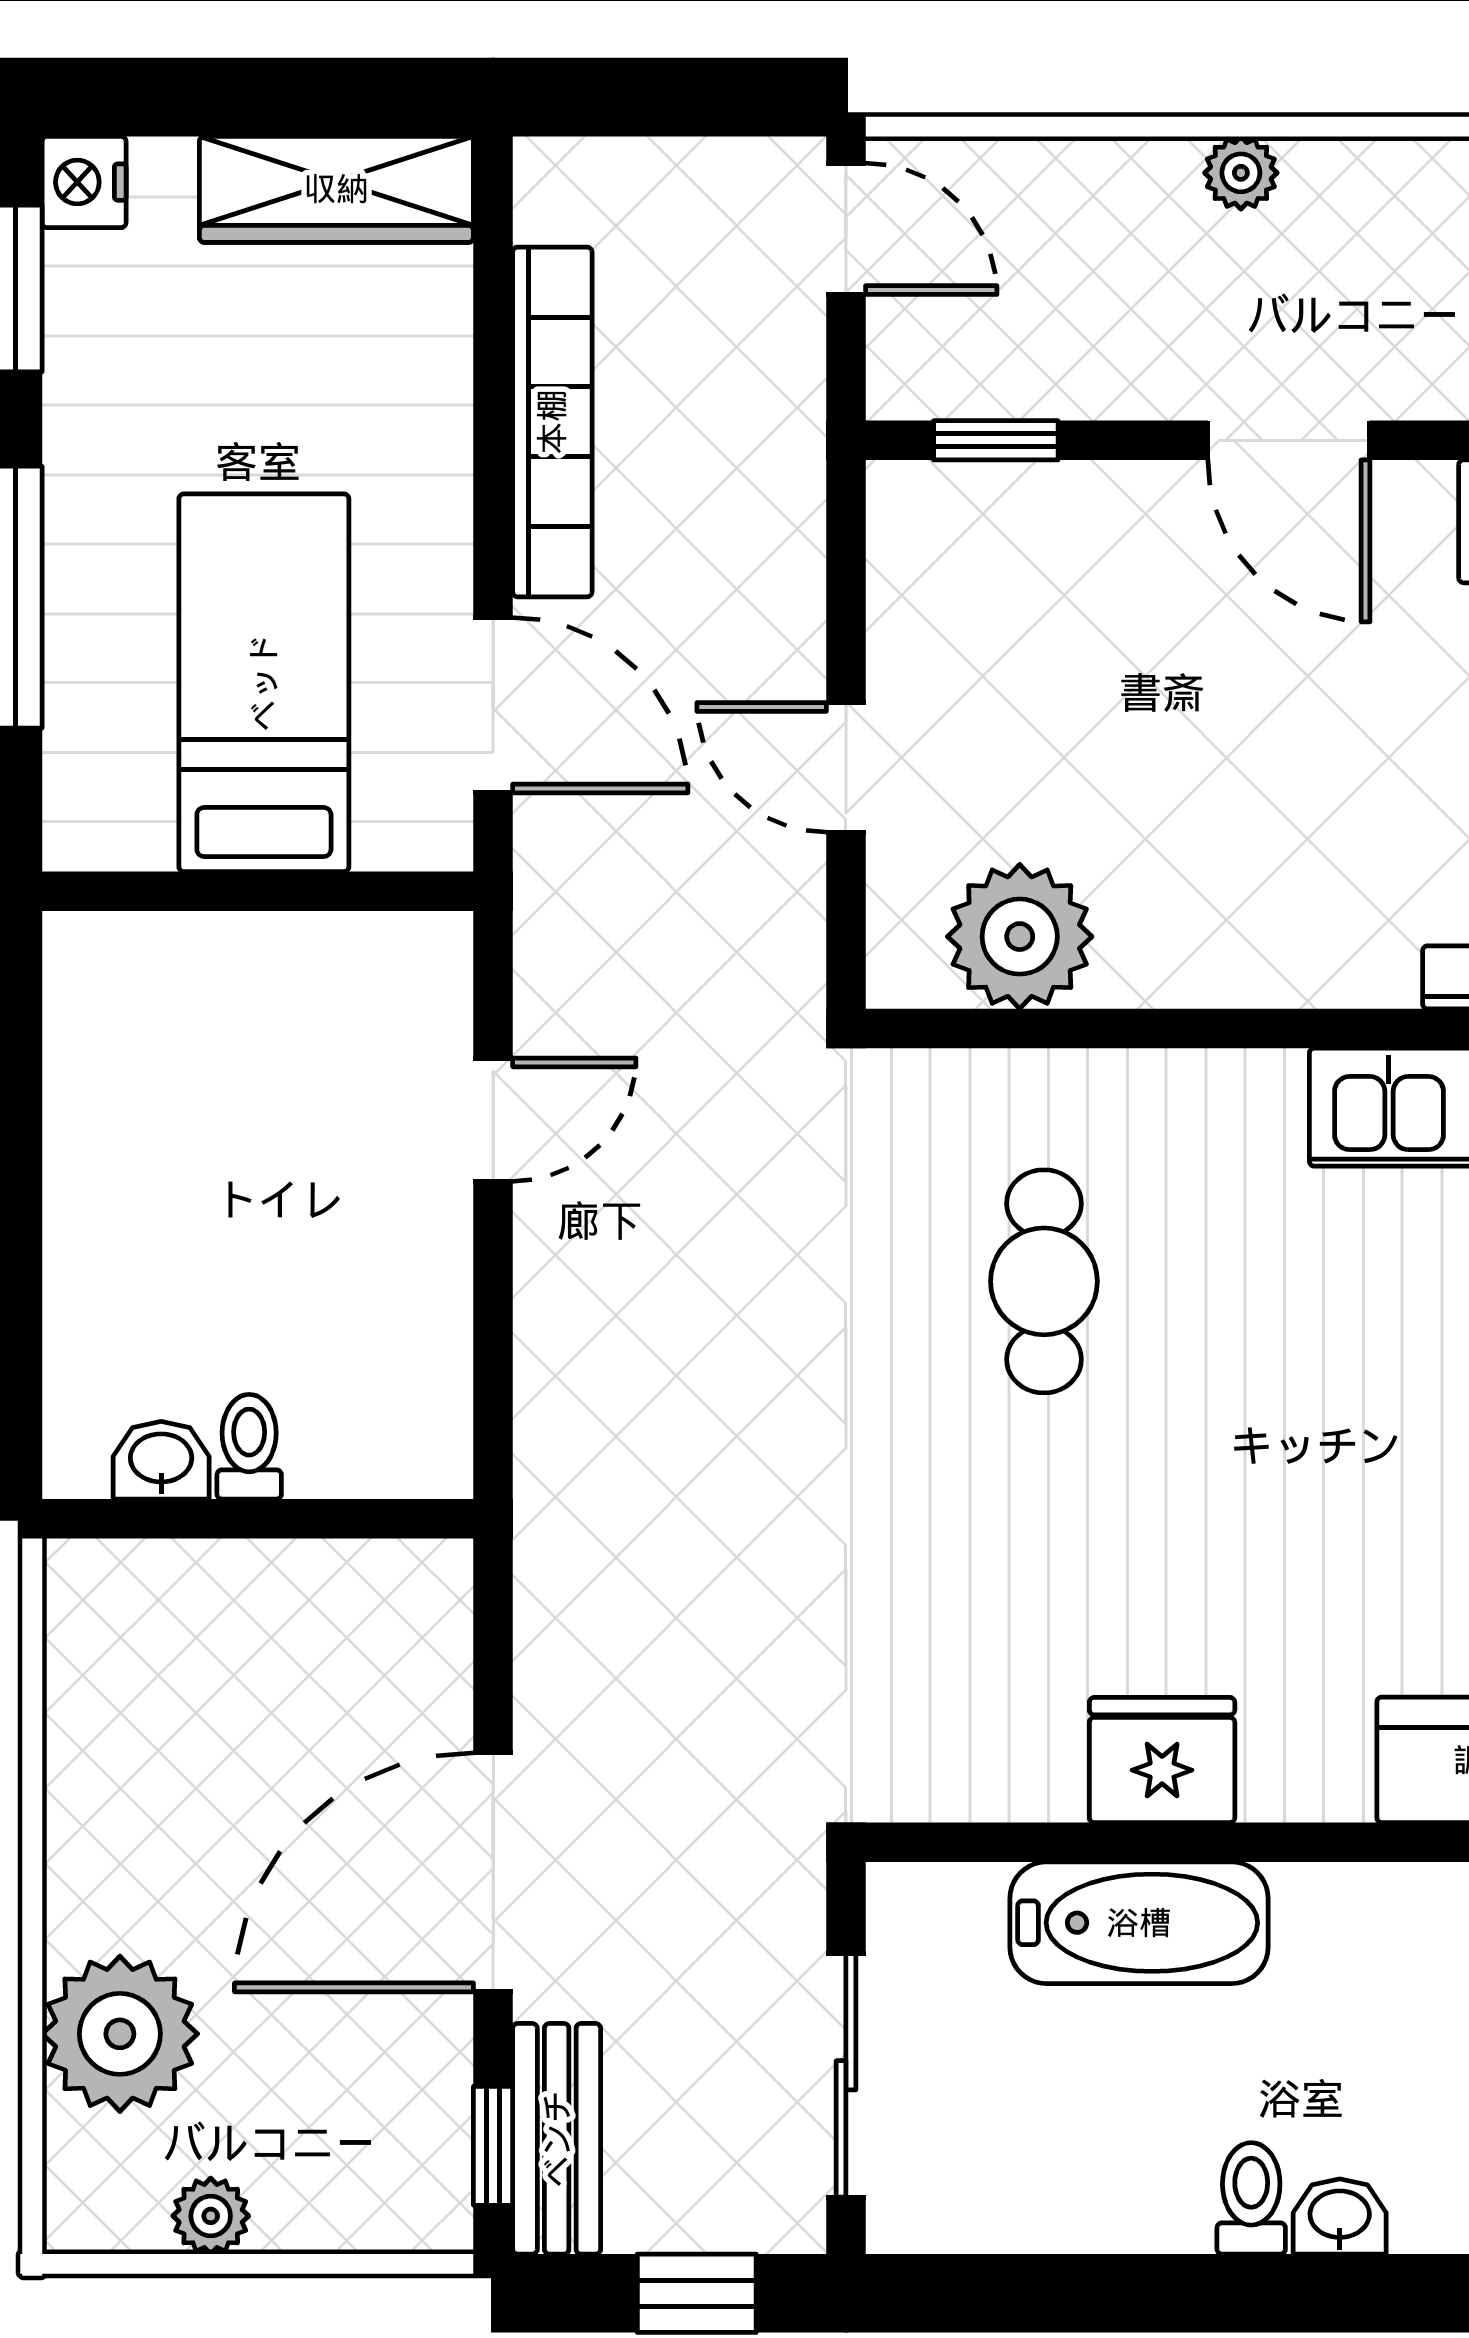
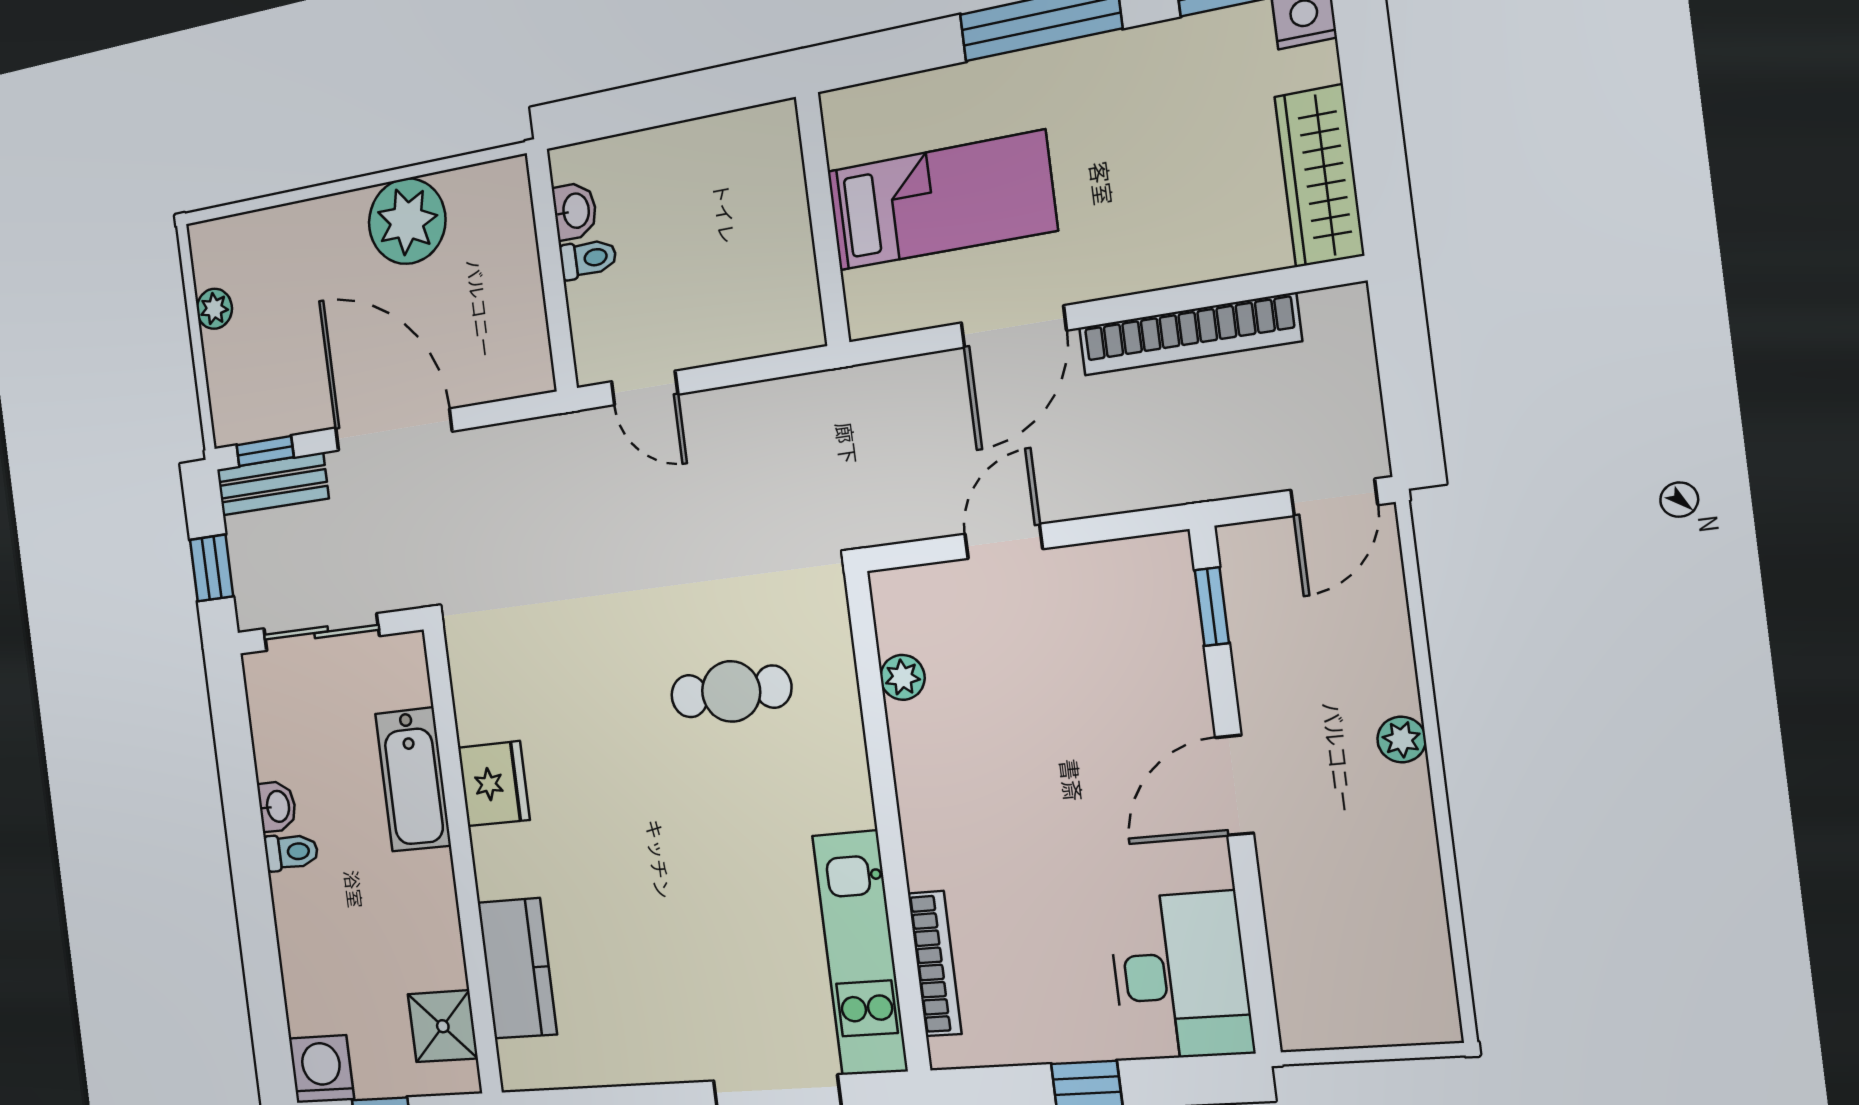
bed: (264, 683) -> (941, 201), moved
wall: (258, 891) -> (823, 219), moved
plant: (1020, 937) -> (903, 677), width x0.53, depth x0.53
door: (493, 1120) -> (645, 388), moved
plant: (120, 2034) -> (407, 221), moved
washbasin: (1340, 2216) -> (277, 806), moved

